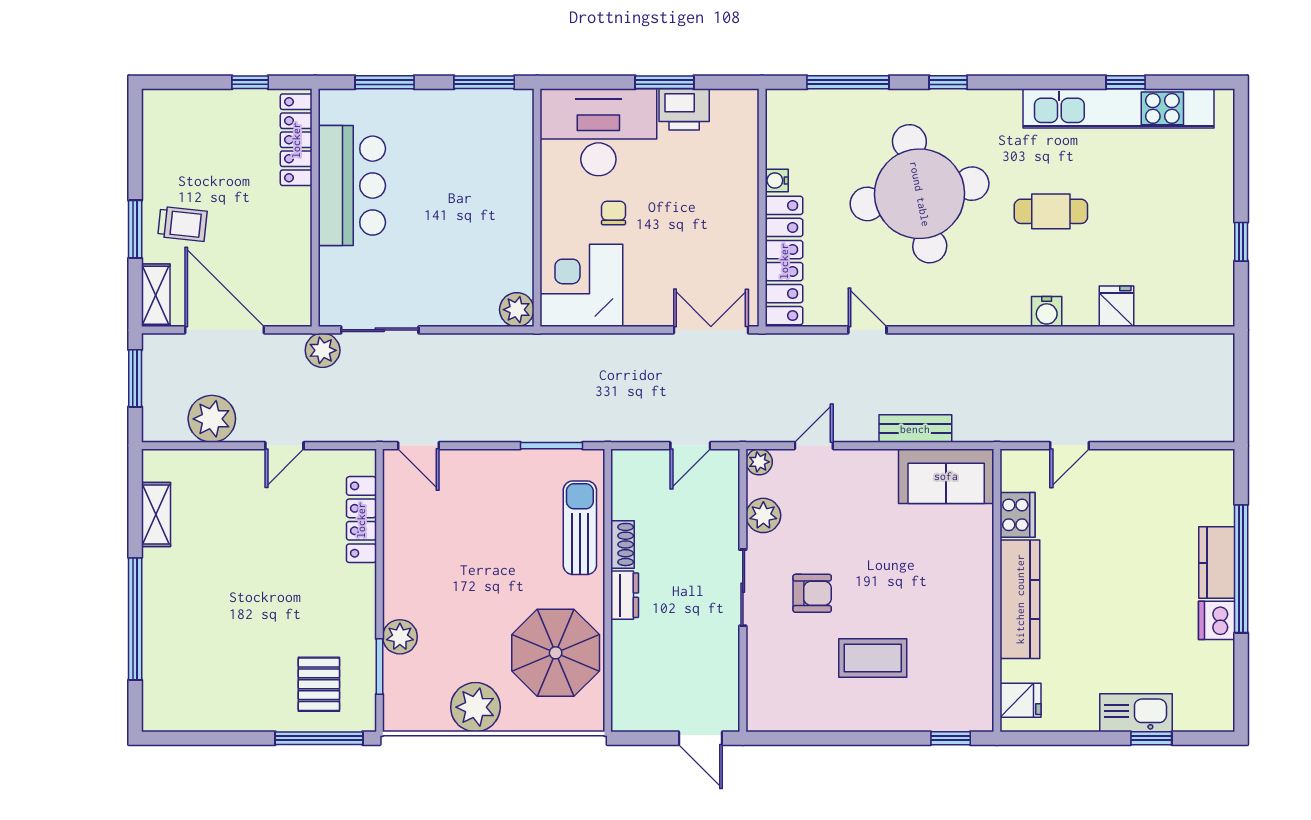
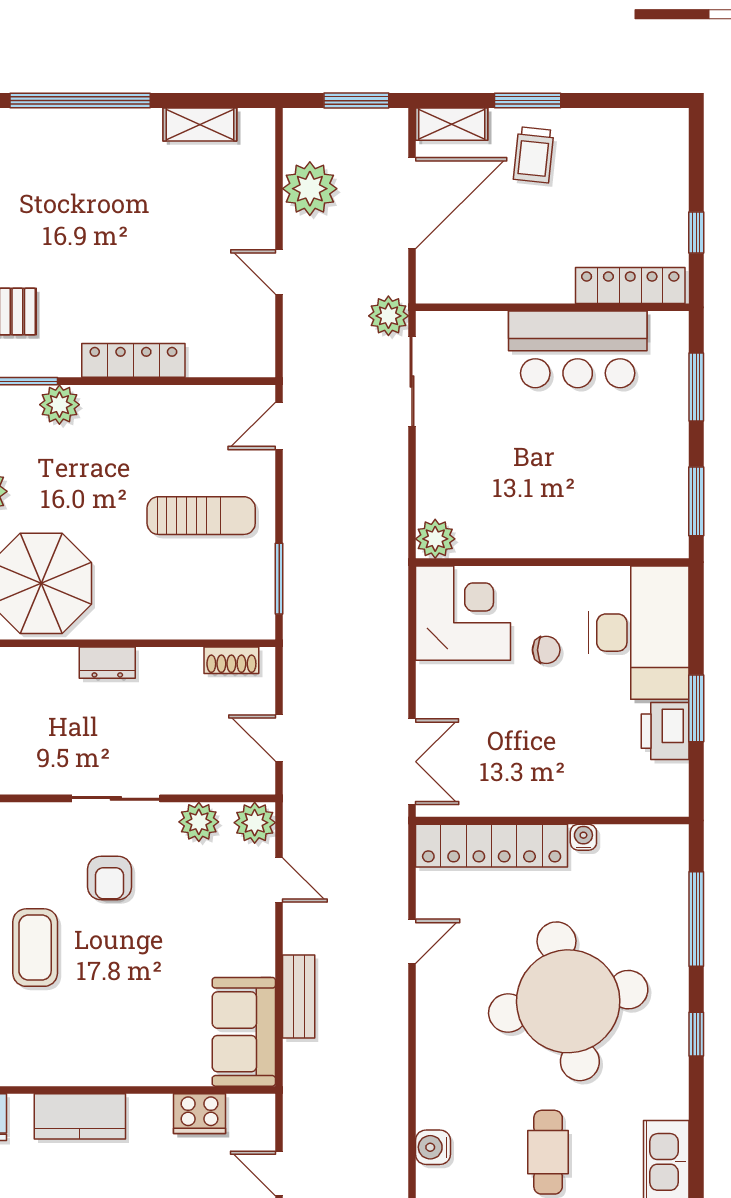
plant: (759, 462) -> (255, 823), width x1.38, depth x1.38
locker: (361, 520) -> (133, 360), moved
sun lounger: (580, 528) -> (201, 516), moved
shoe rack: (623, 544) -> (231, 660), moved
kitchen counter: (1020, 599) -> (80, 1116), width x0.67

